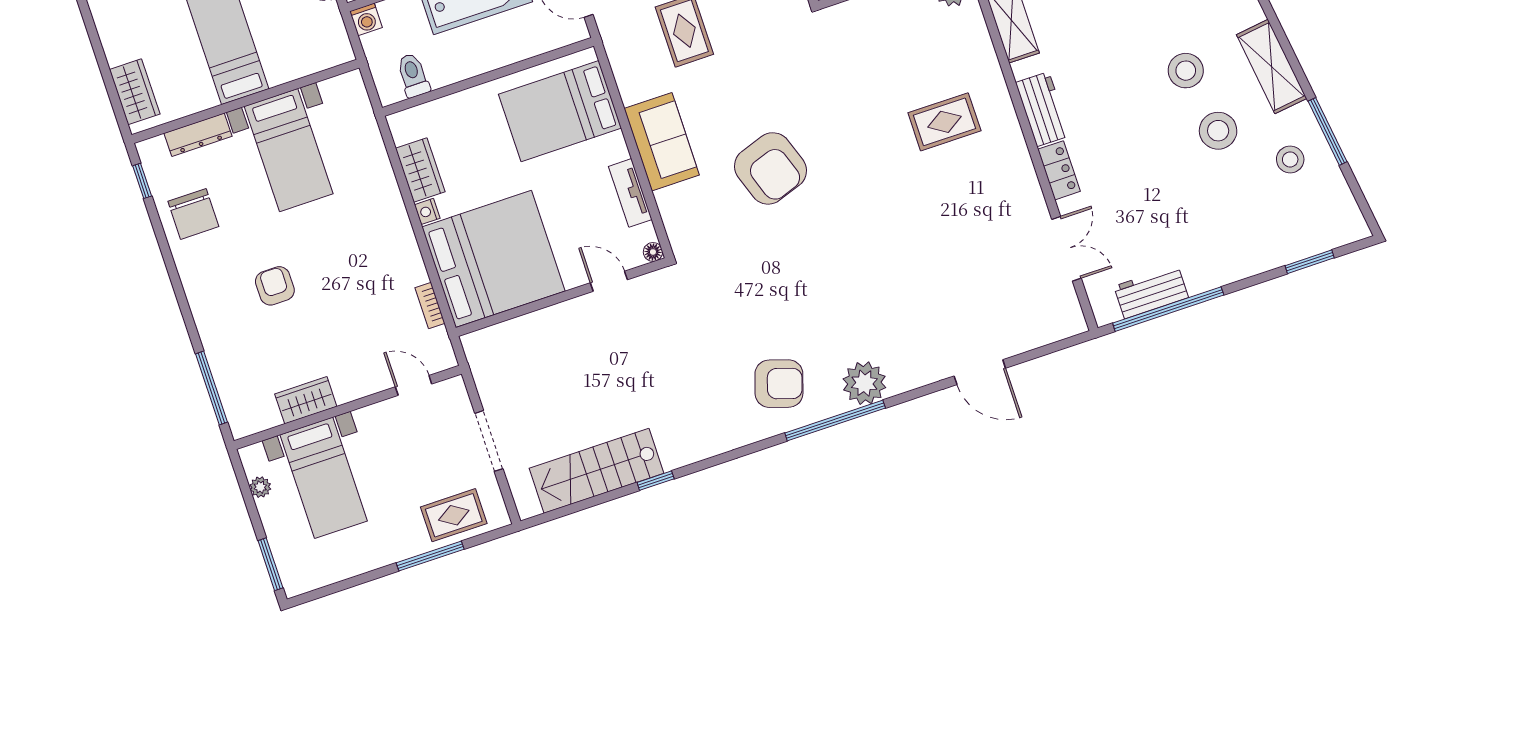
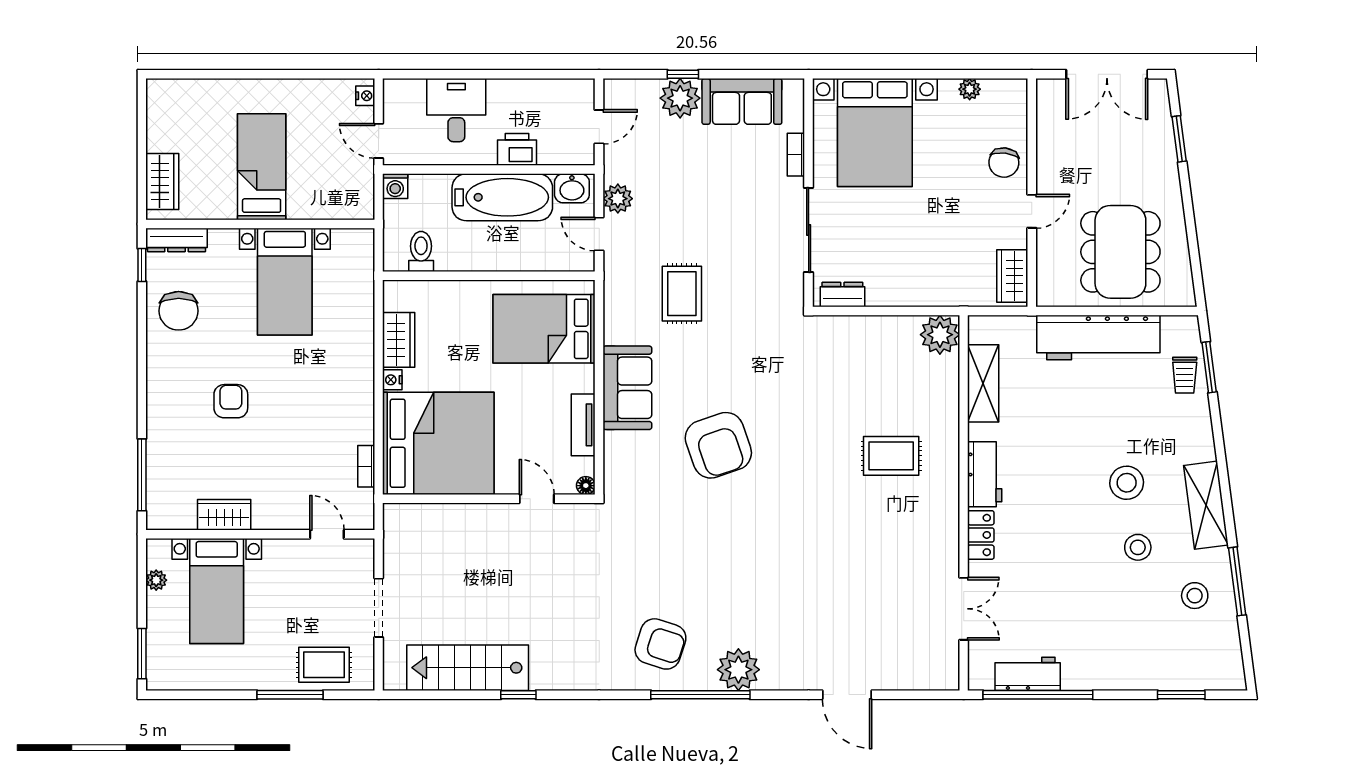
stool: (1218, 131) -> (1138, 547), width x0.73, depth x0.73
dresser: (198, 135) -> (176, 240), moved

